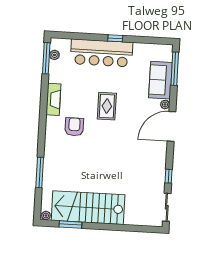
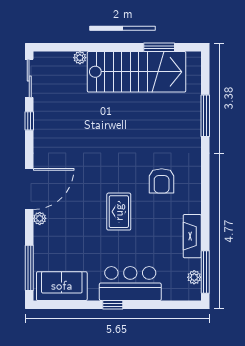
bar counter: (102, 53) -> (130, 284), width x0.73
sofa: (160, 80) -> (62, 286), moved, turned -90
fireplace: (53, 99) -> (192, 236), moved
plant: (46, 216) -> (80, 58), moved

